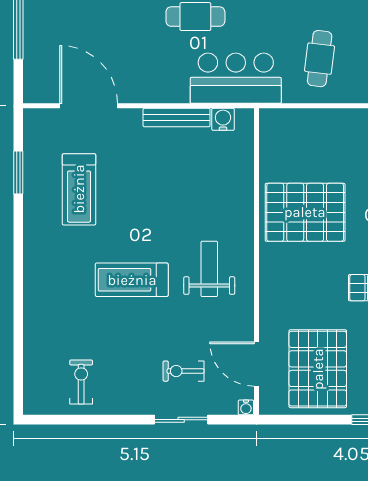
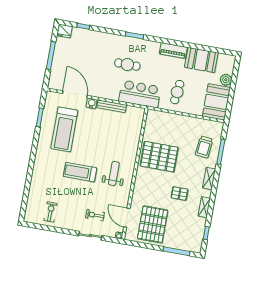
water cooler: (223, 119) -> (92, 103), moved
treadmill: (79, 189) -> (64, 129), width x1.37, depth x1.38

